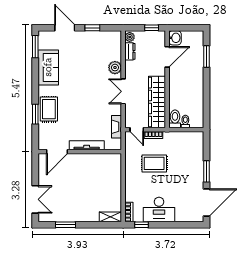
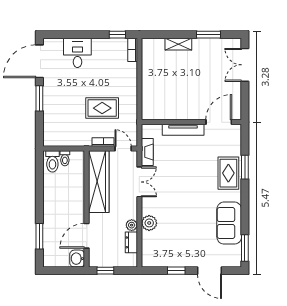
plant: (130, 37) -> (132, 225), moved
double door: (123, 91) -> (139, 182), moved
toilet: (175, 119) -> (52, 161), moved
desk: (159, 209) -> (77, 53), moved, width x0.73
shelving: (110, 217) -> (178, 44), moved

